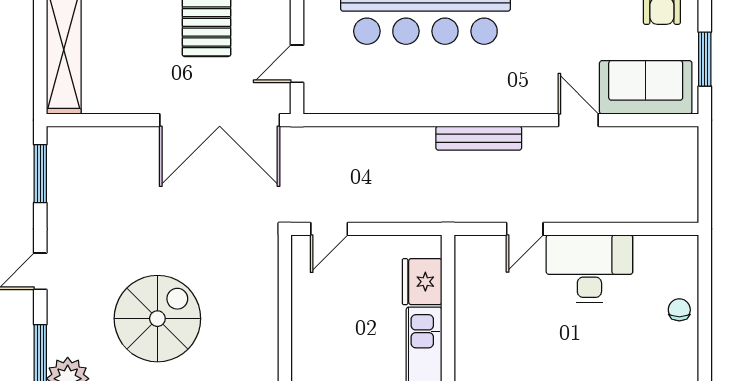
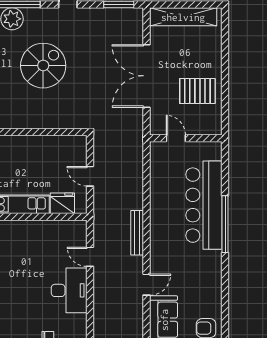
double door: (220, 120) -> (146, 76), moved
door: (329, 229) -> (90, 176), moved
spiral stairs: (157, 319) -> (43, 66), turned -90

